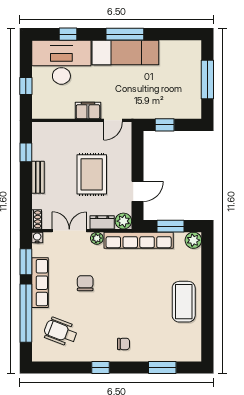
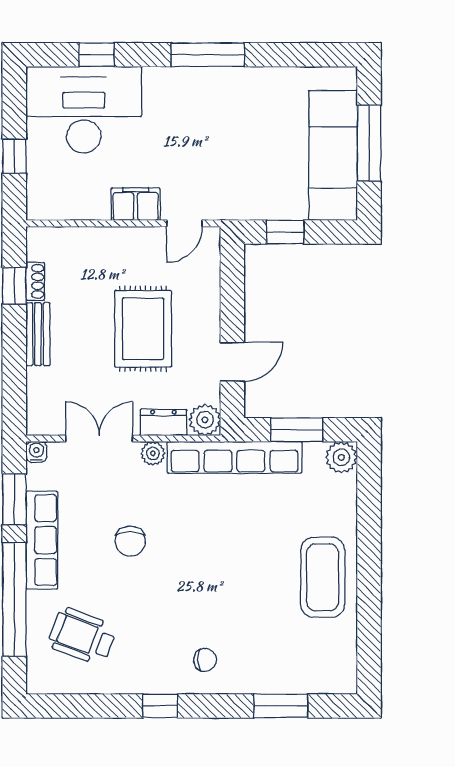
exam couch: (125, 53) -> (333, 155), moved, turned 90
shoe rack: (37, 219) -> (35, 281), moved
chair: (85, 283) -> (130, 541), turned 180

